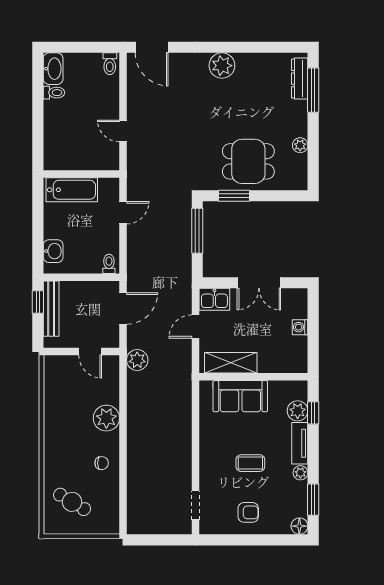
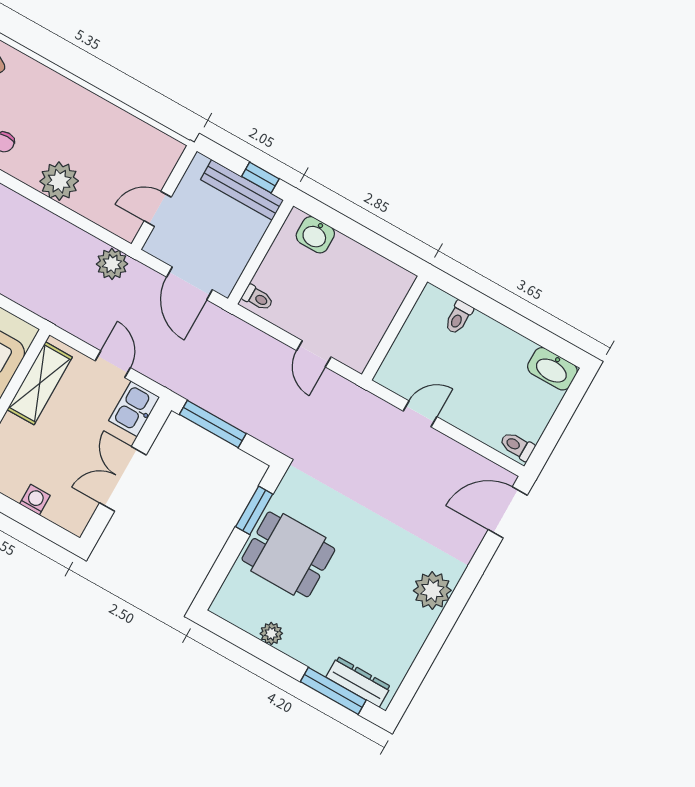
toilet: (54, 93) -> (459, 317), moved
dining table: (248, 161) -> (288, 554), turned 90
bathtub: (72, 190) -> (381, 304), removed
window: (197, 231) -> (213, 424), moved

